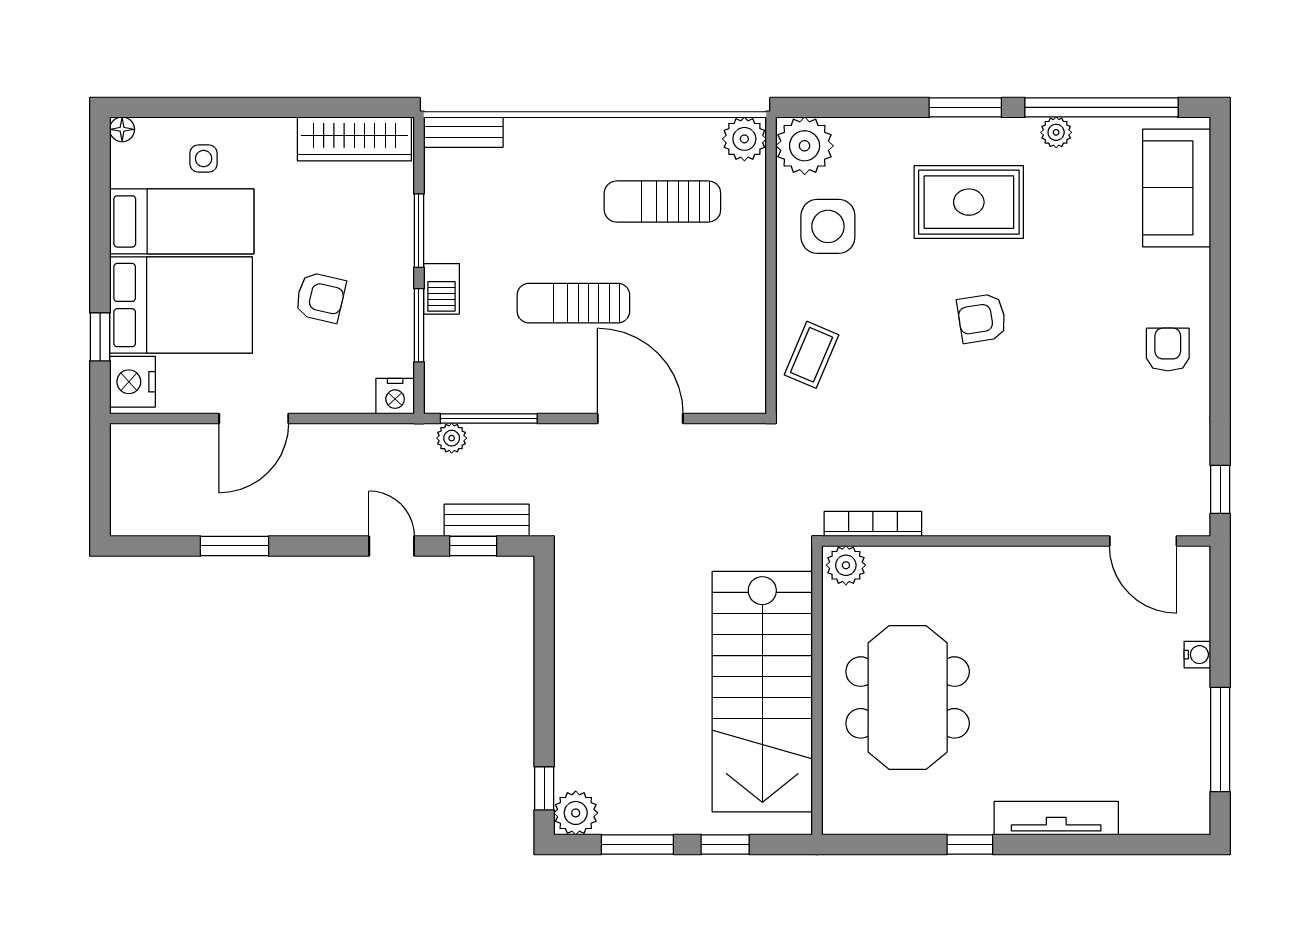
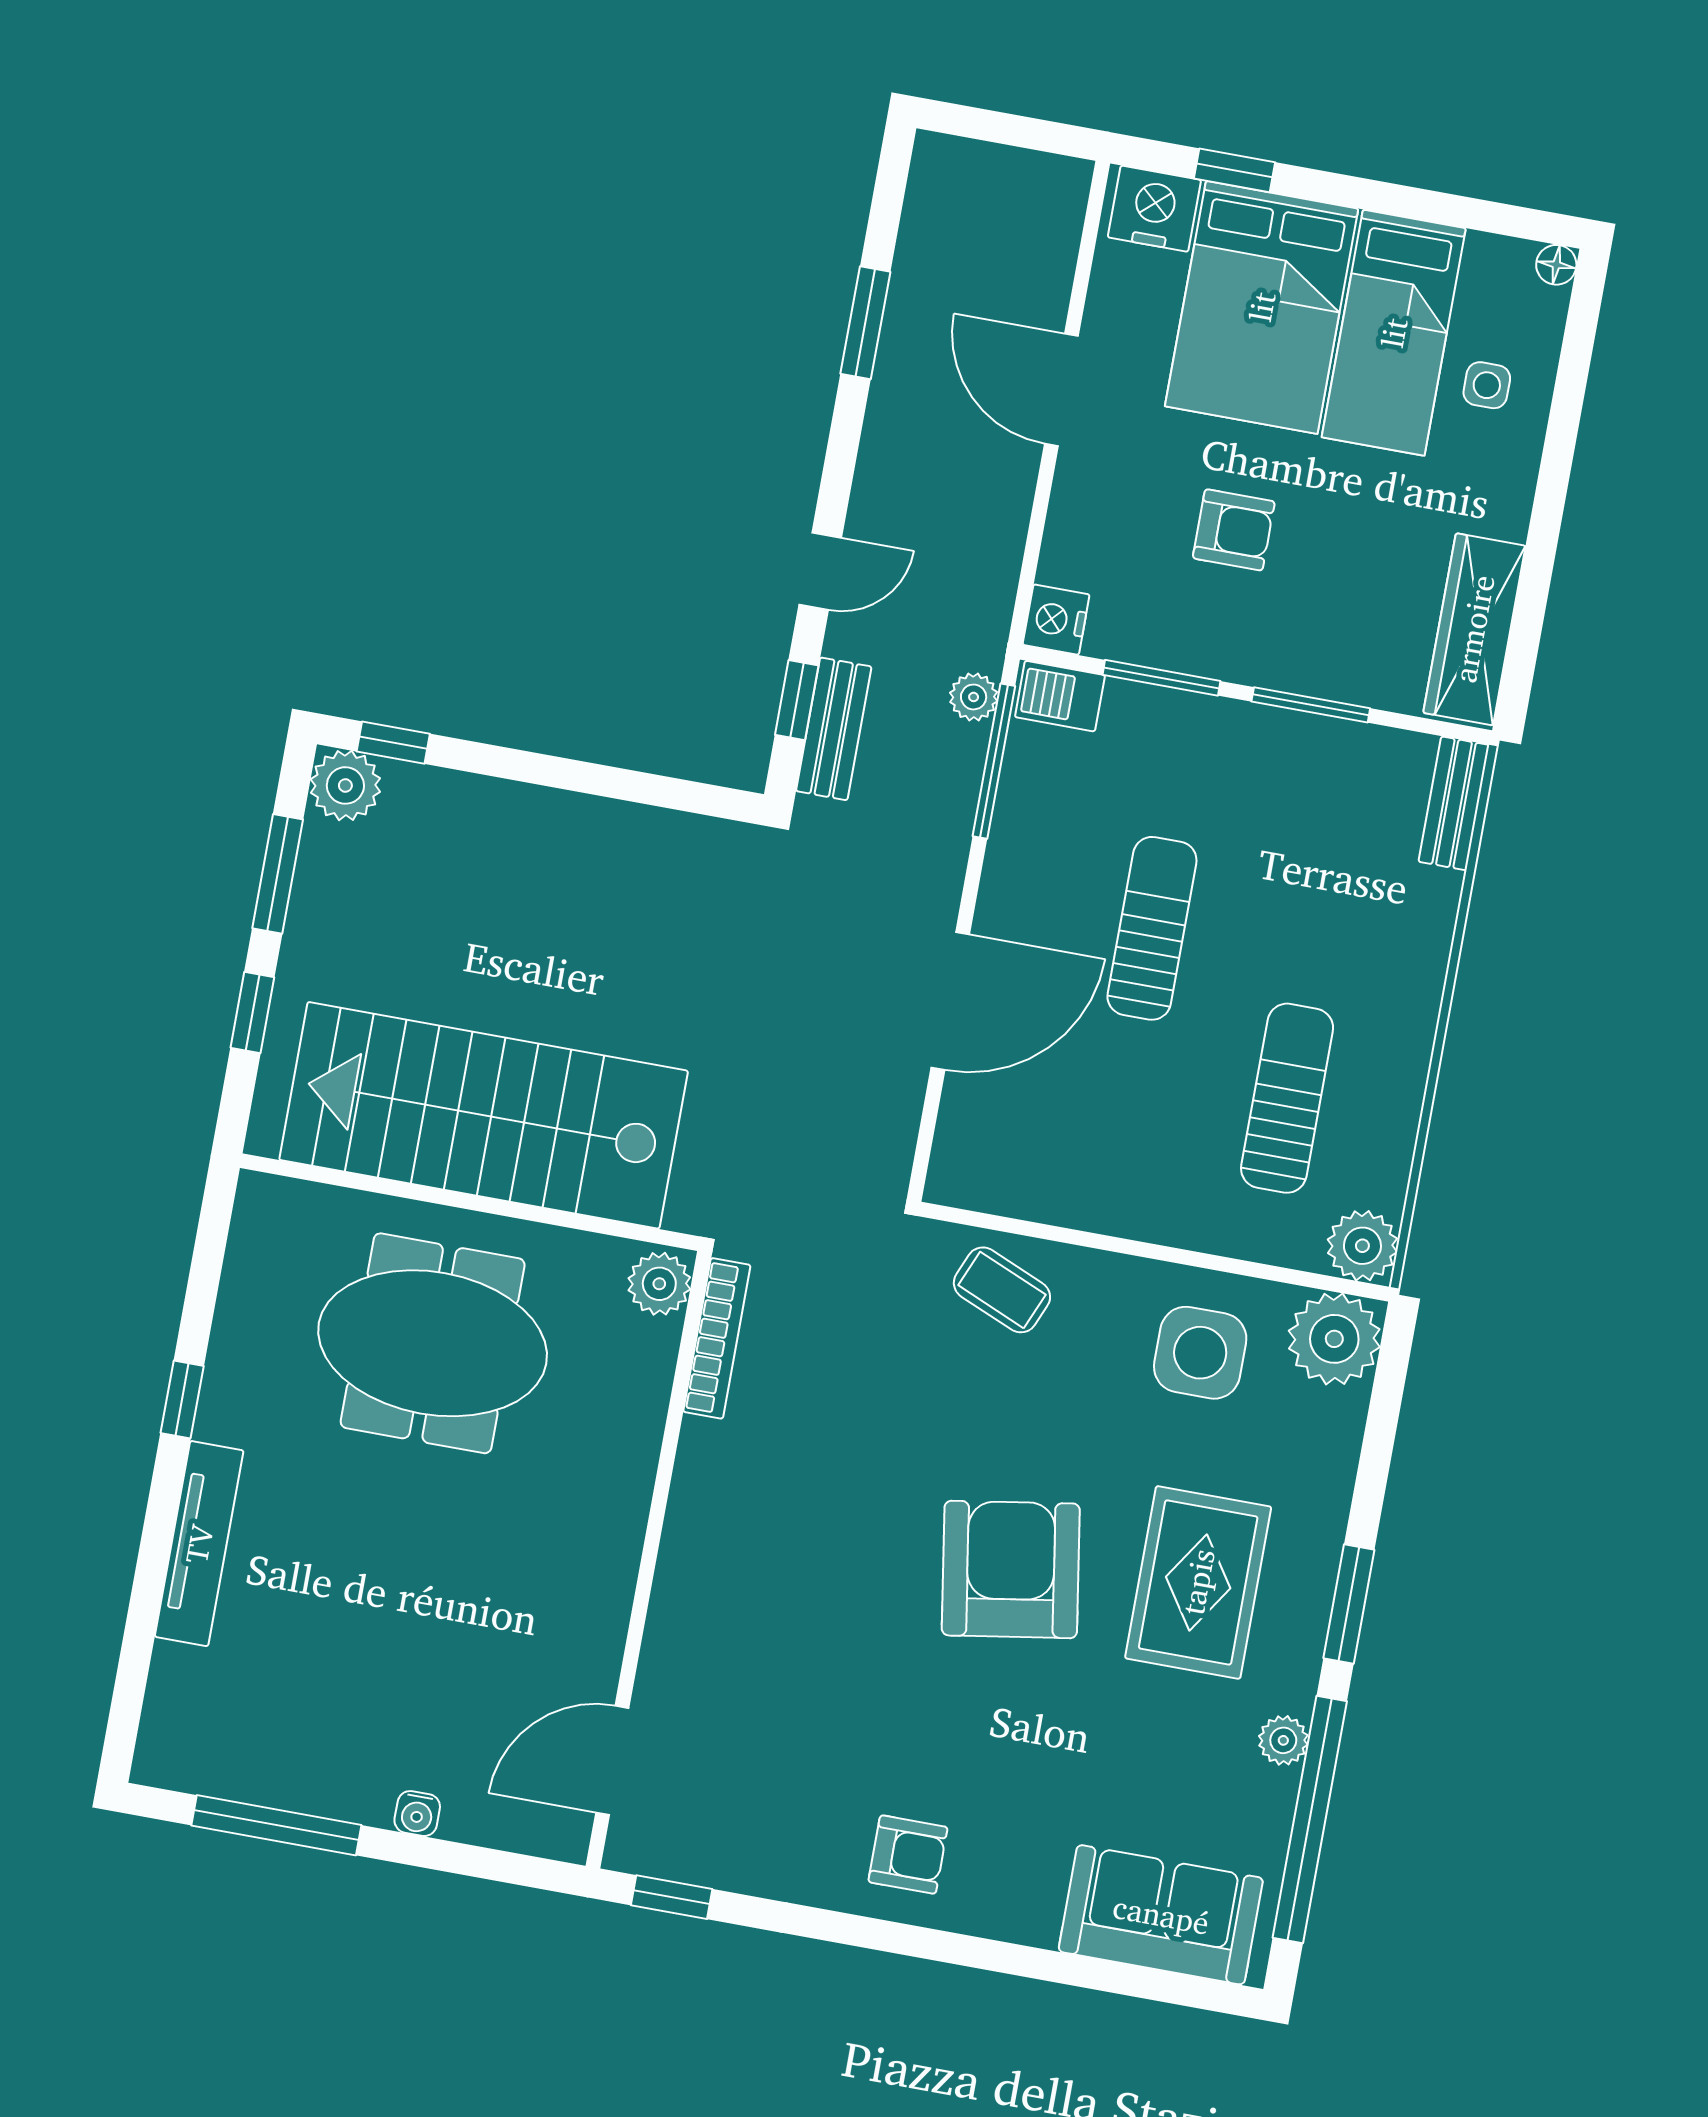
barbecue: (441, 289) -> (1060, 696), moved
armchair: (320, 297) -> (1234, 530), turned -103
armchair: (982, 318) -> (1011, 1569), width x1.88, depth x1.88

